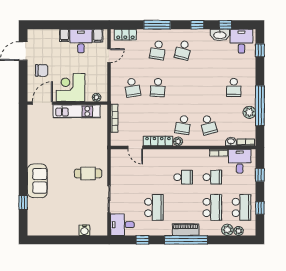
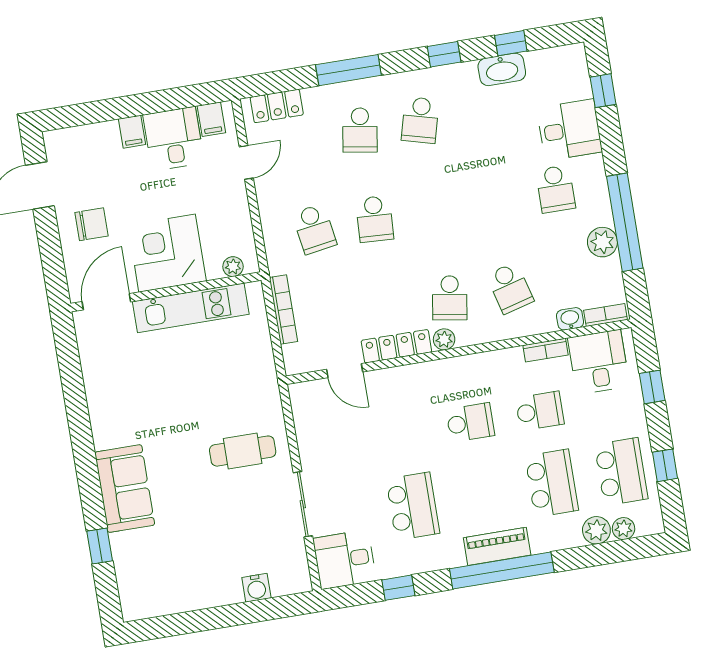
desk: (241, 41) -> (569, 130), moved, turned 90

